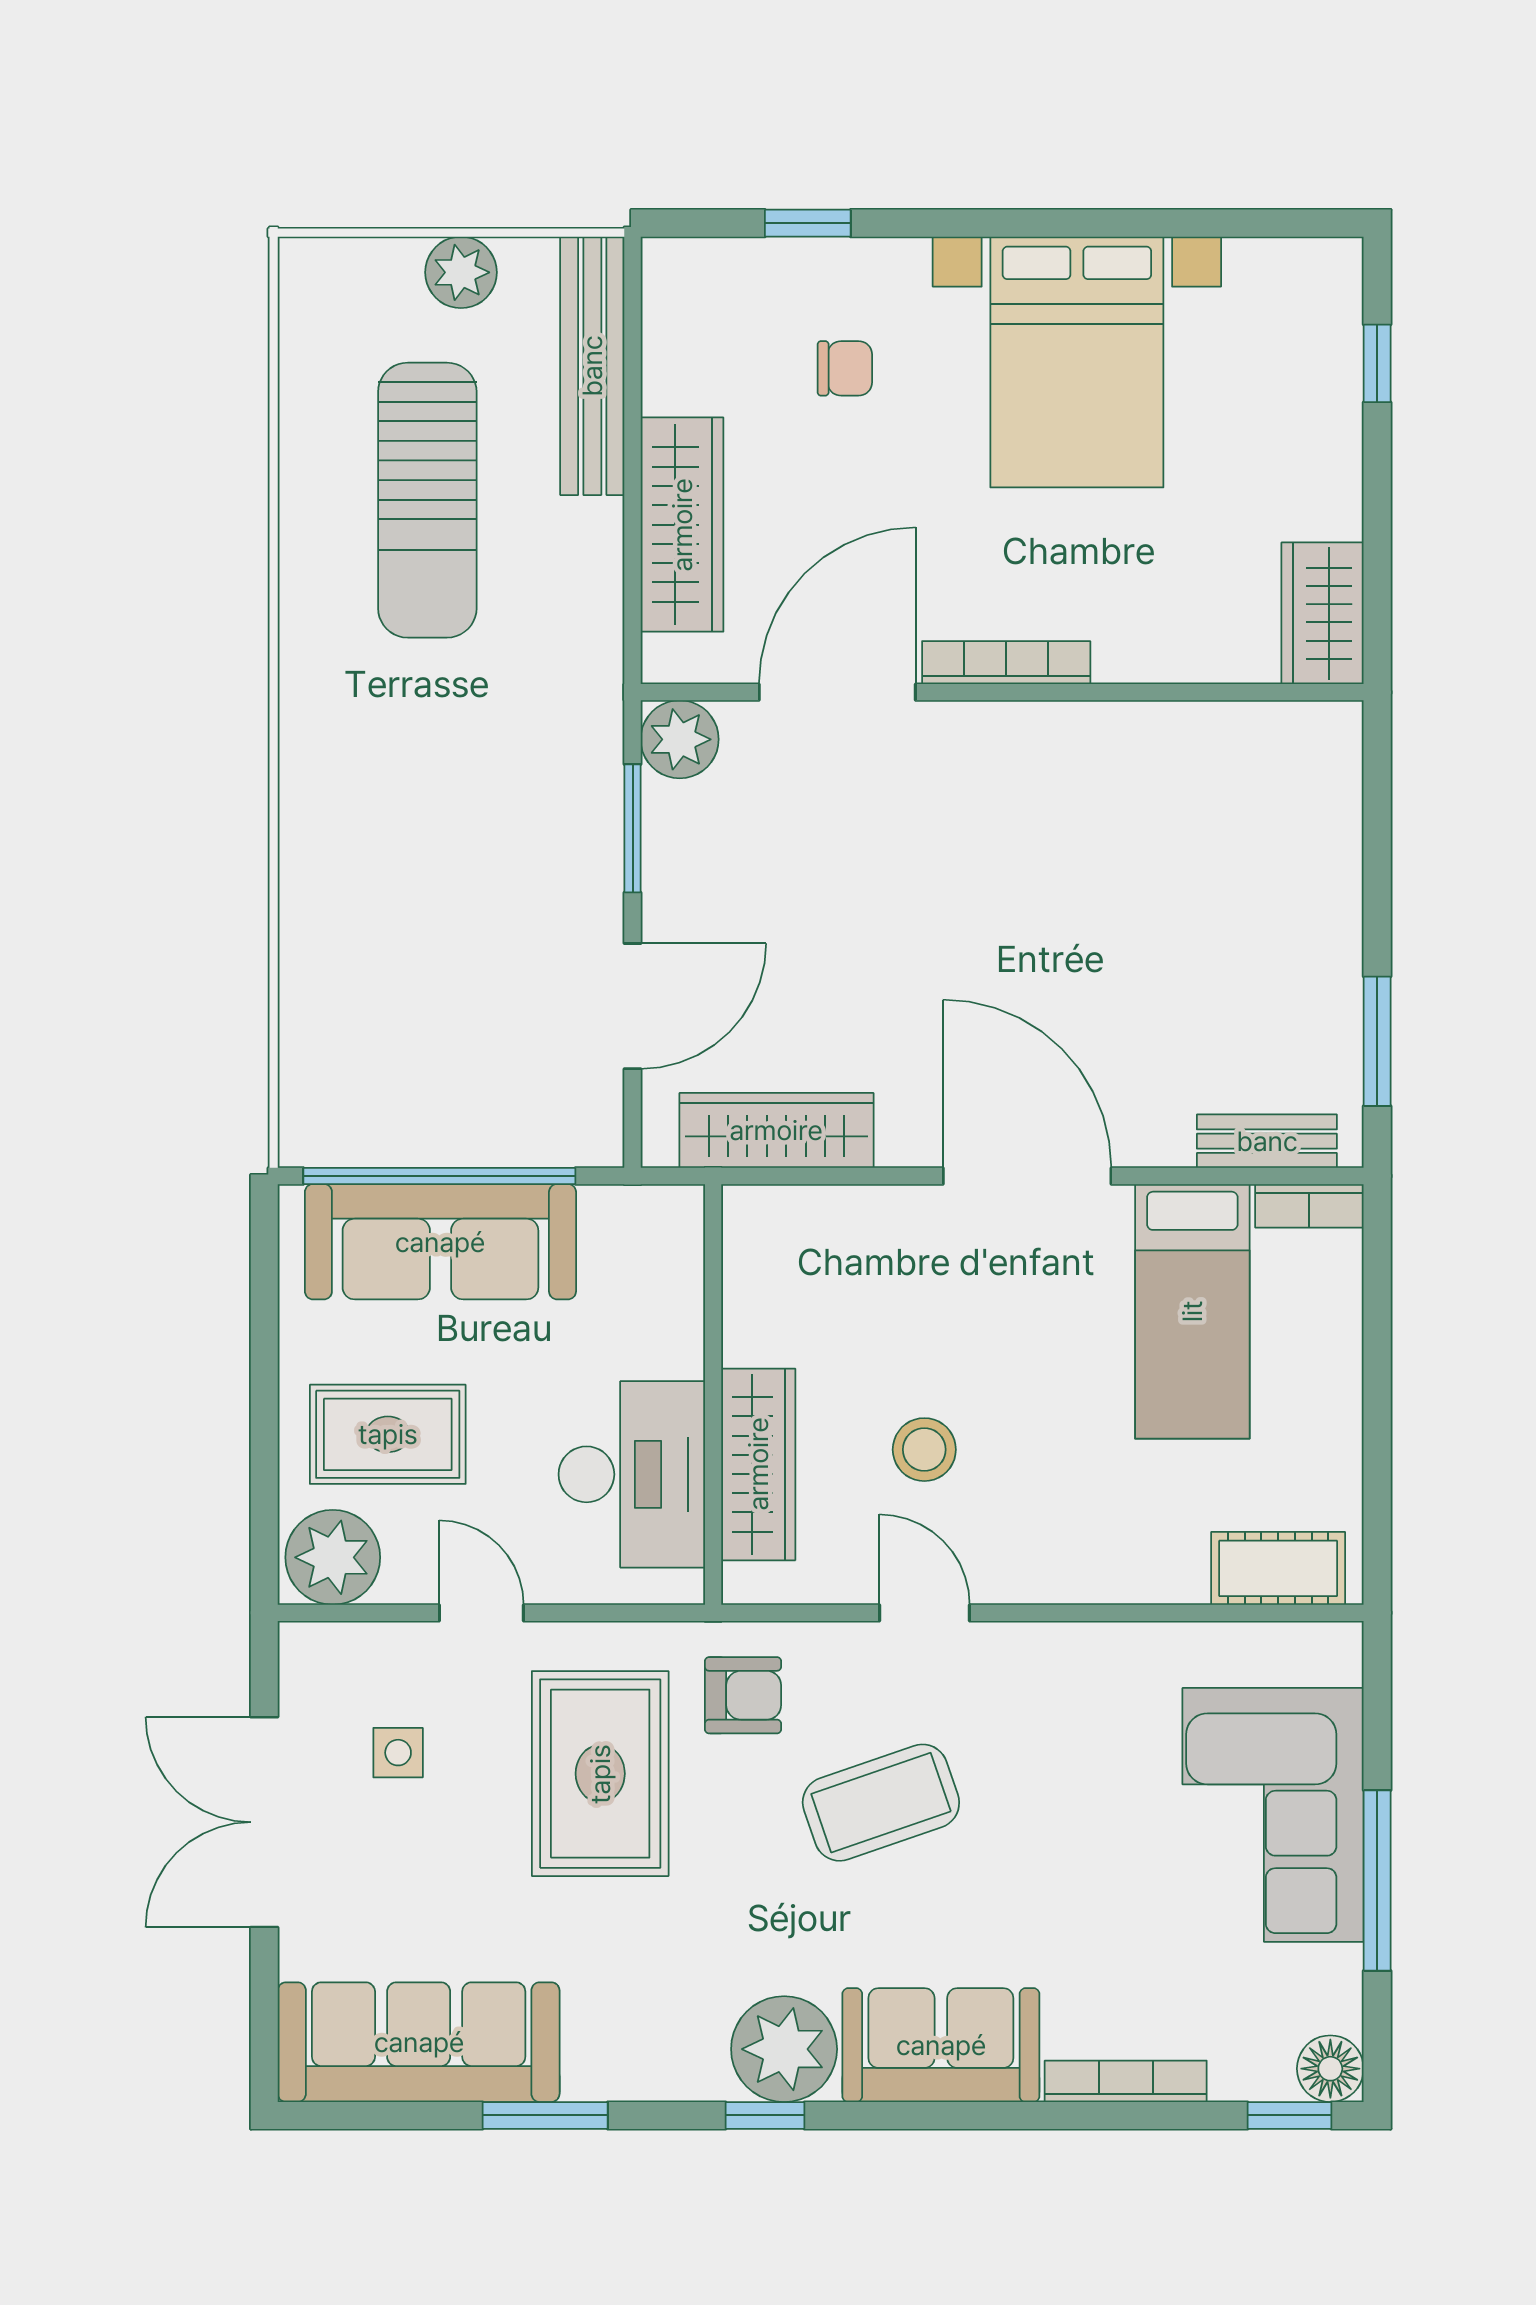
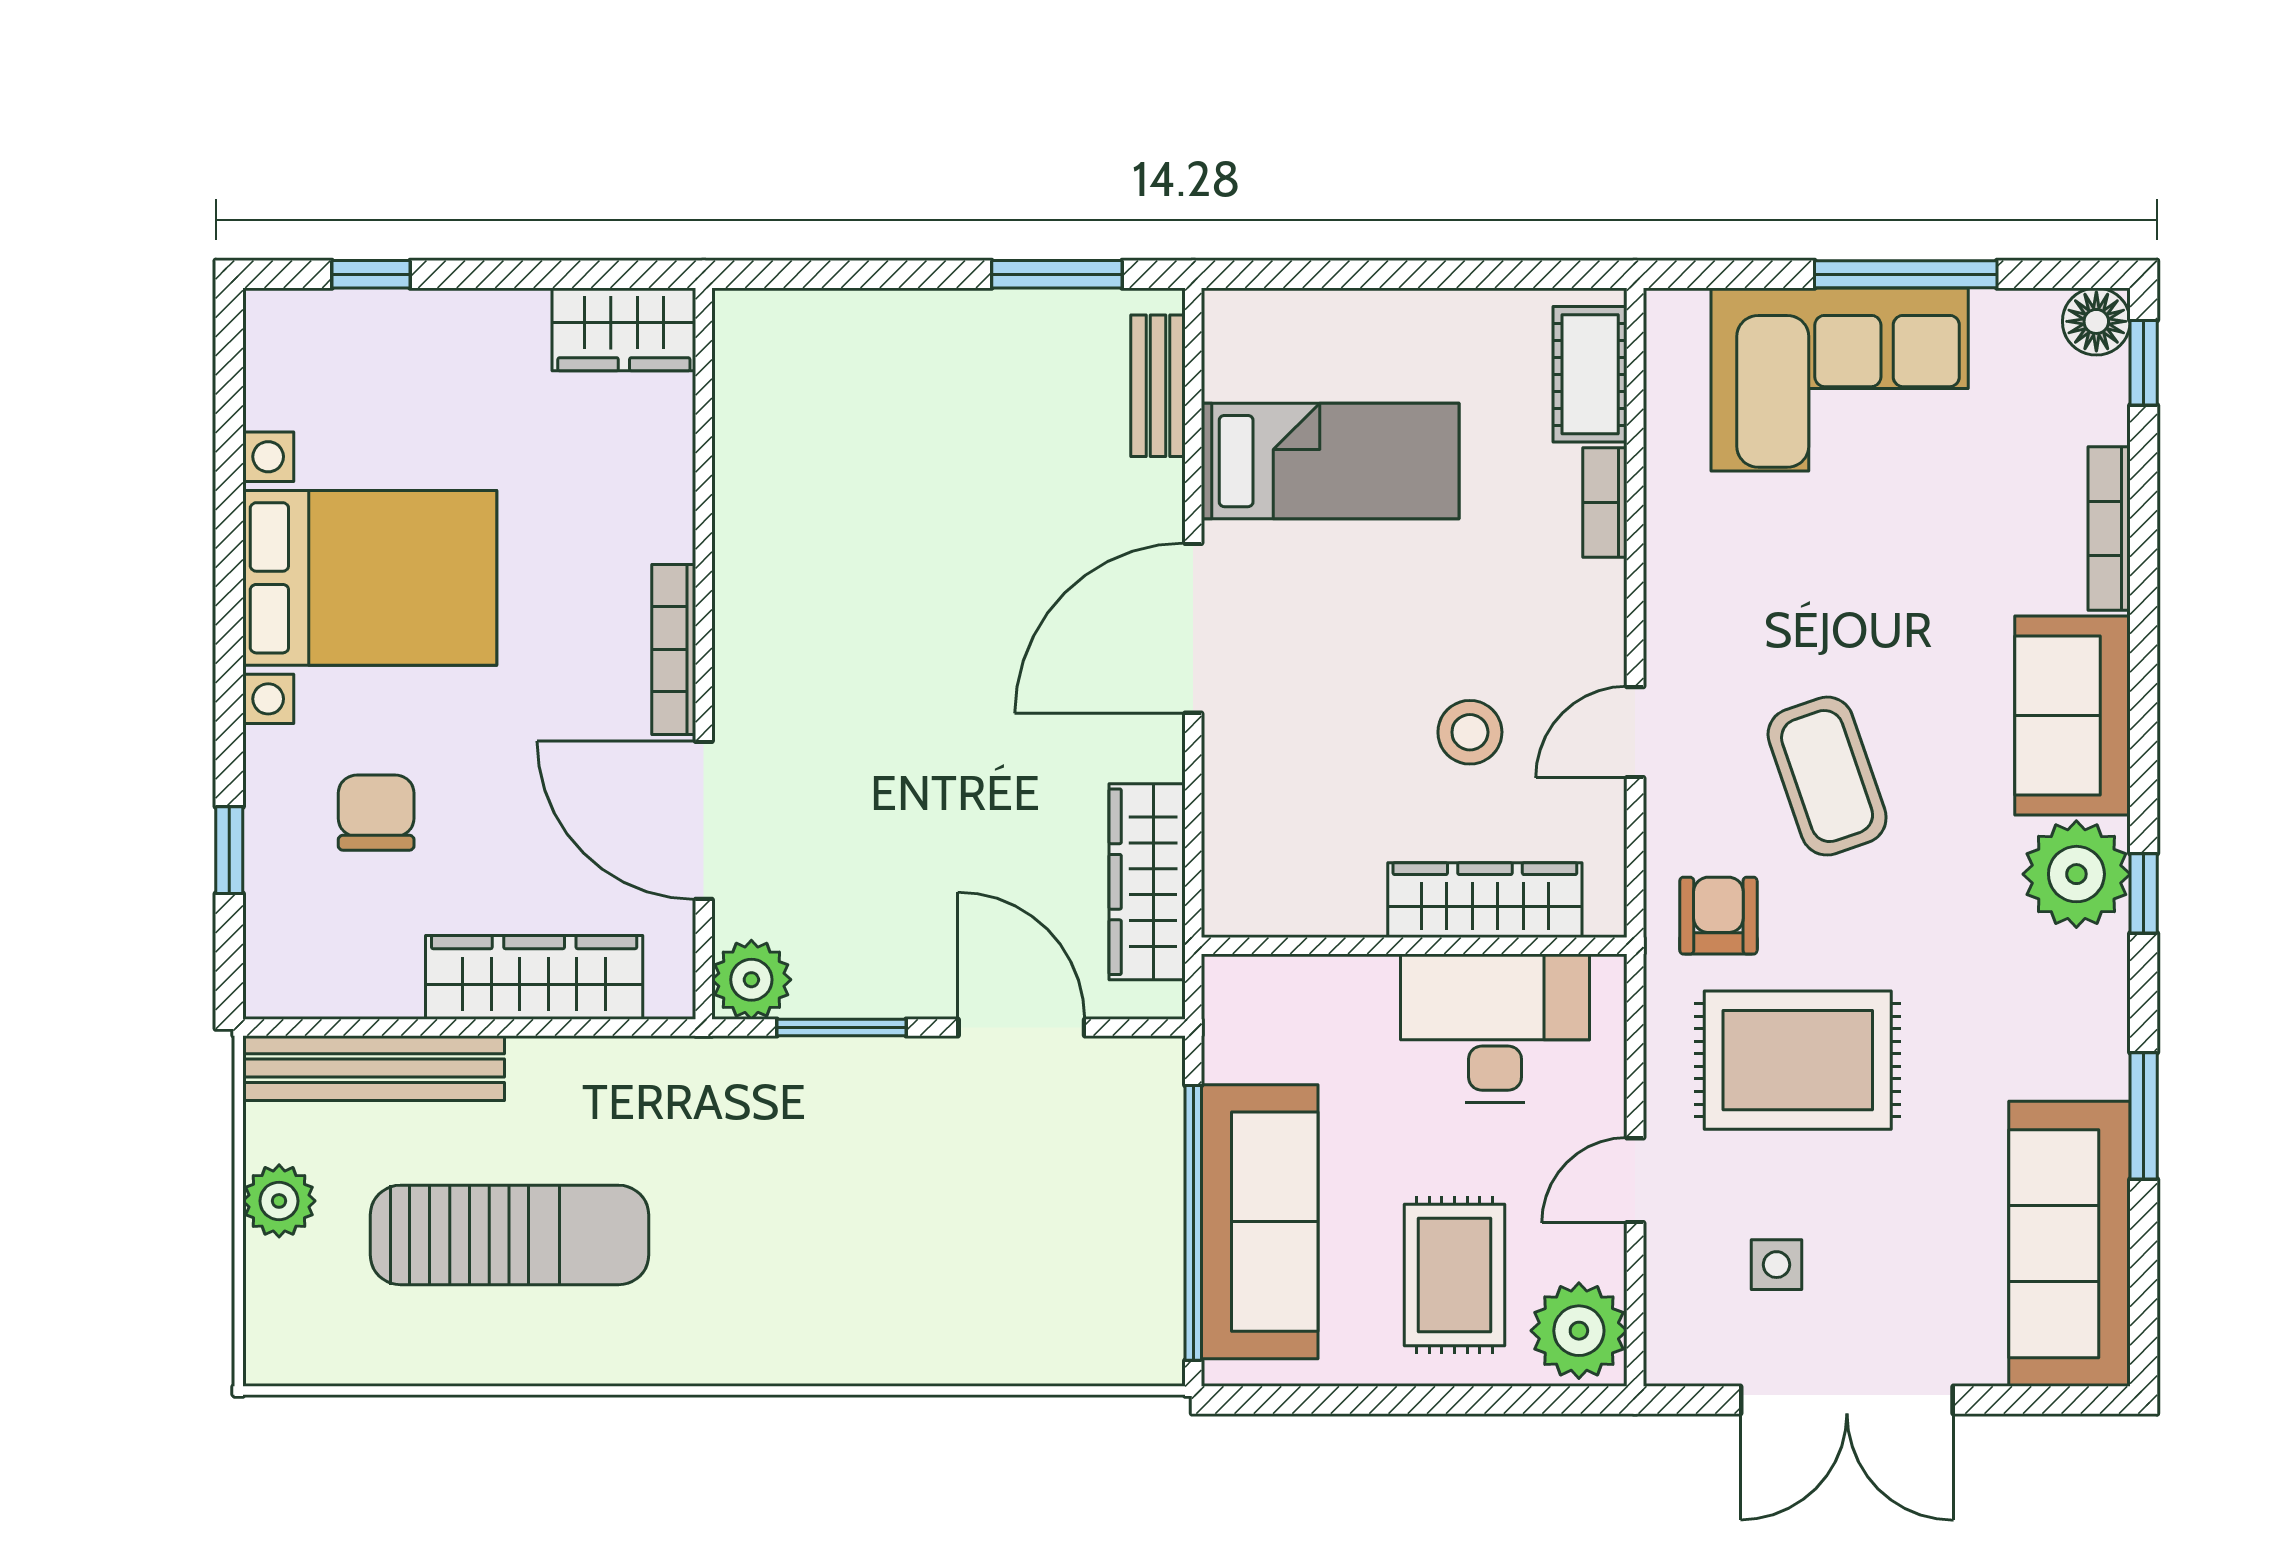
chair: (845, 368) -> (376, 813), width x1.37, depth x1.37
bookcase: (1309, 1206) -> (1605, 502), moved, turned 180

